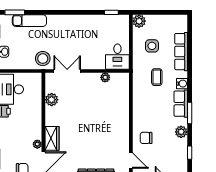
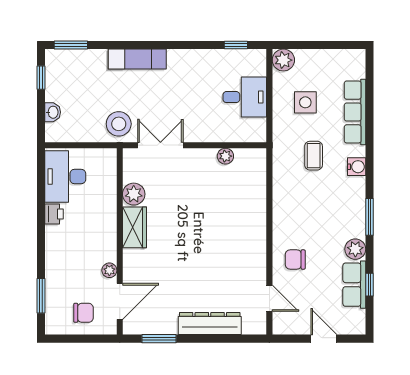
exam couch: (29, 21) -> (137, 59), moved
desk: (117, 57) -> (245, 97), moved, turned -90
row of seats: (181, 104) -> (354, 285), moved
wardrobe: (52, 138) -> (135, 227), moved

